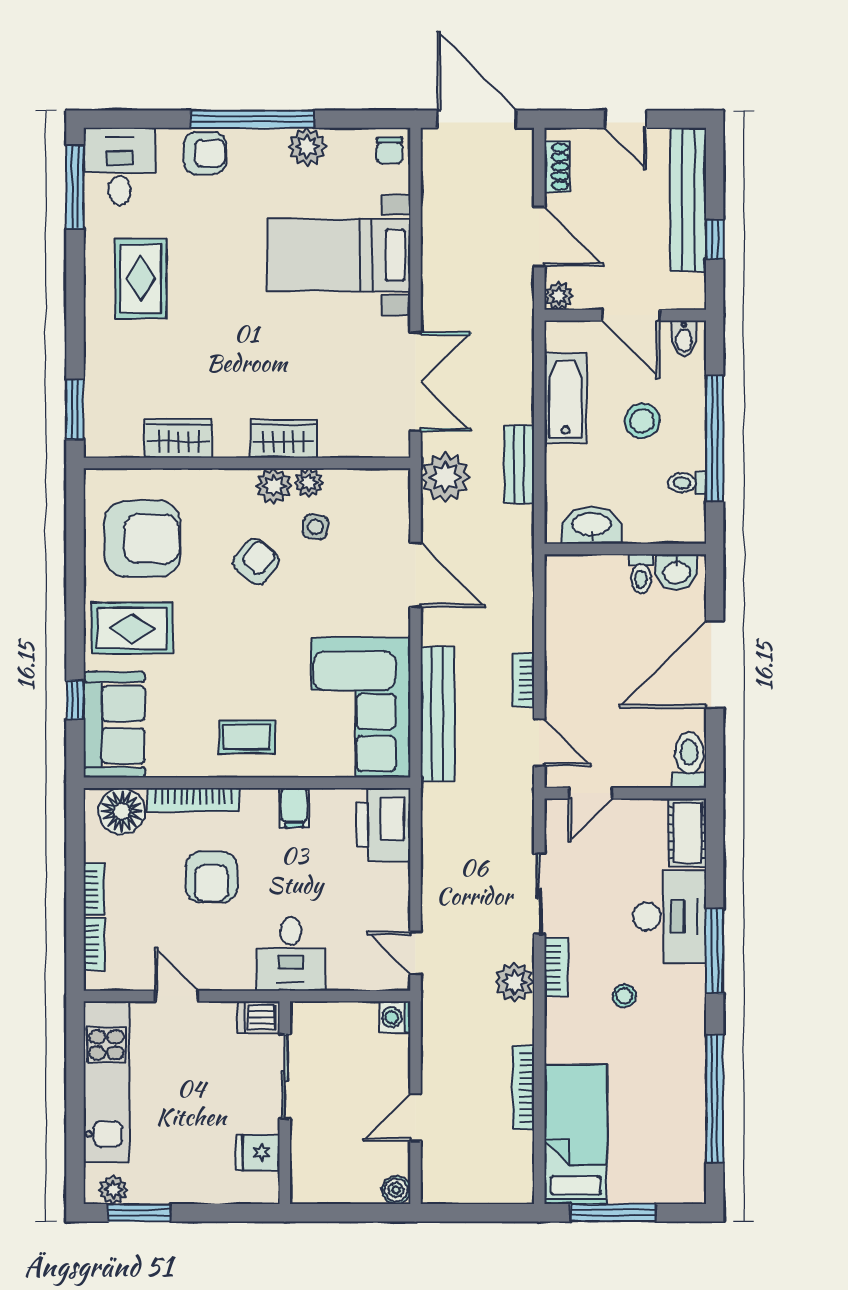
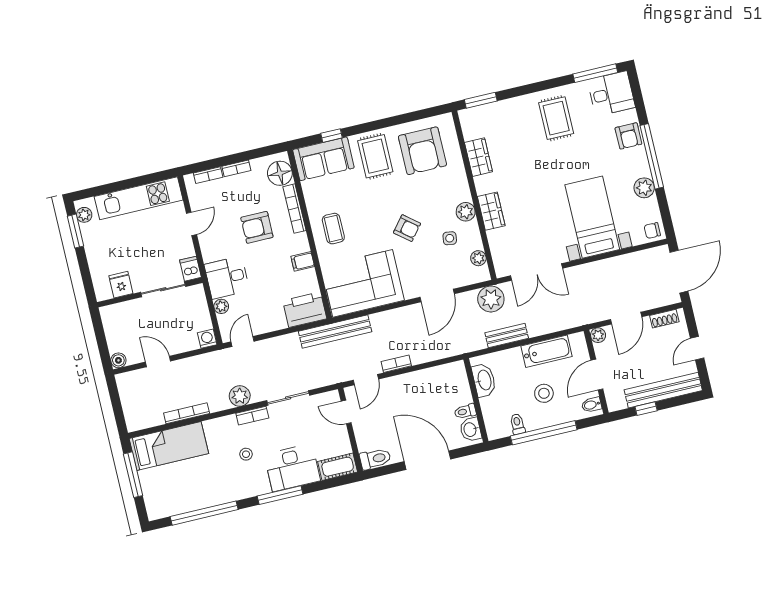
rug: (141, 279) -> (556, 118), turned 90
plant: (309, 483) -> (478, 258), moved
armchair: (256, 562) -> (407, 228), moved
bench: (437, 714) -> (335, 332), moved
plant: (341, 977) -> (221, 306), added

